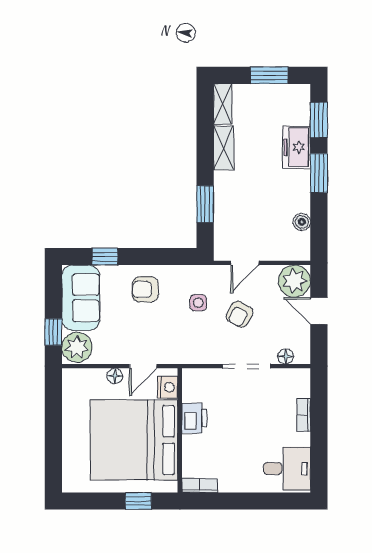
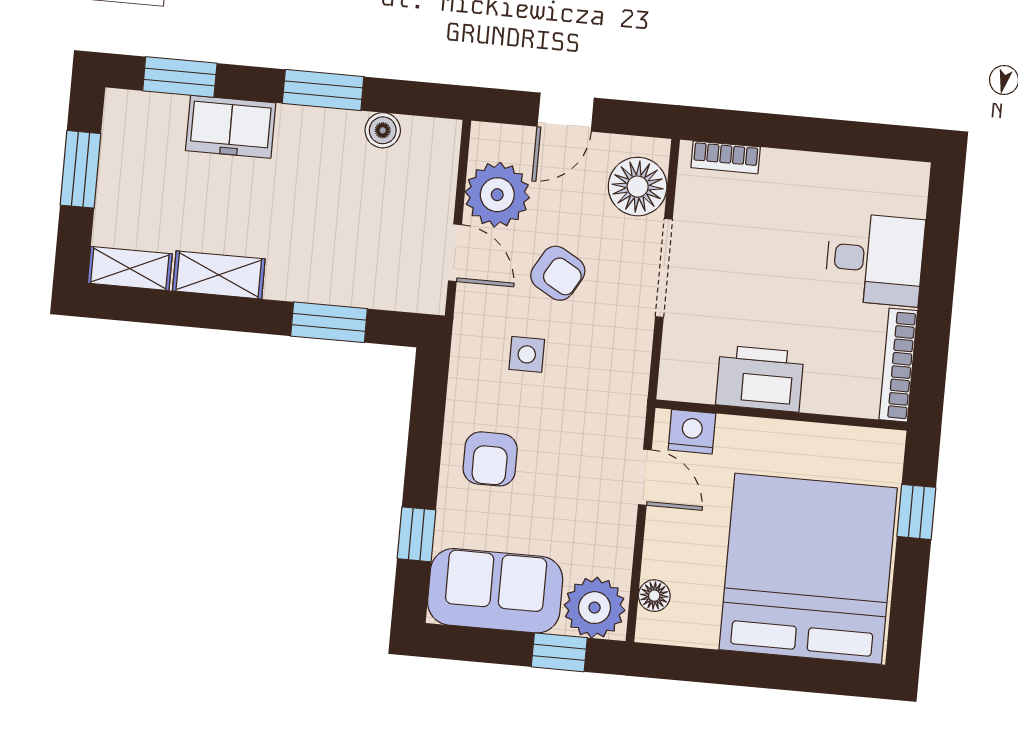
window: (319, 173) -> (323, 90), moved
plant: (294, 281) -> (497, 195), moved
floor lamp: (286, 356) -> (638, 187), width x1.89, depth x1.89
floor lamp: (115, 376) -> (654, 596), moved
bookcase: (304, 415) -> (726, 157), moved
printer: (194, 418) -> (760, 379), width x1.37, depth x1.19
bed: (134, 440) -> (808, 569), moved, turned 180
desk: (287, 469) -> (875, 259), moved, turned 90
bookcase: (200, 485) -> (898, 365), width x1.56

